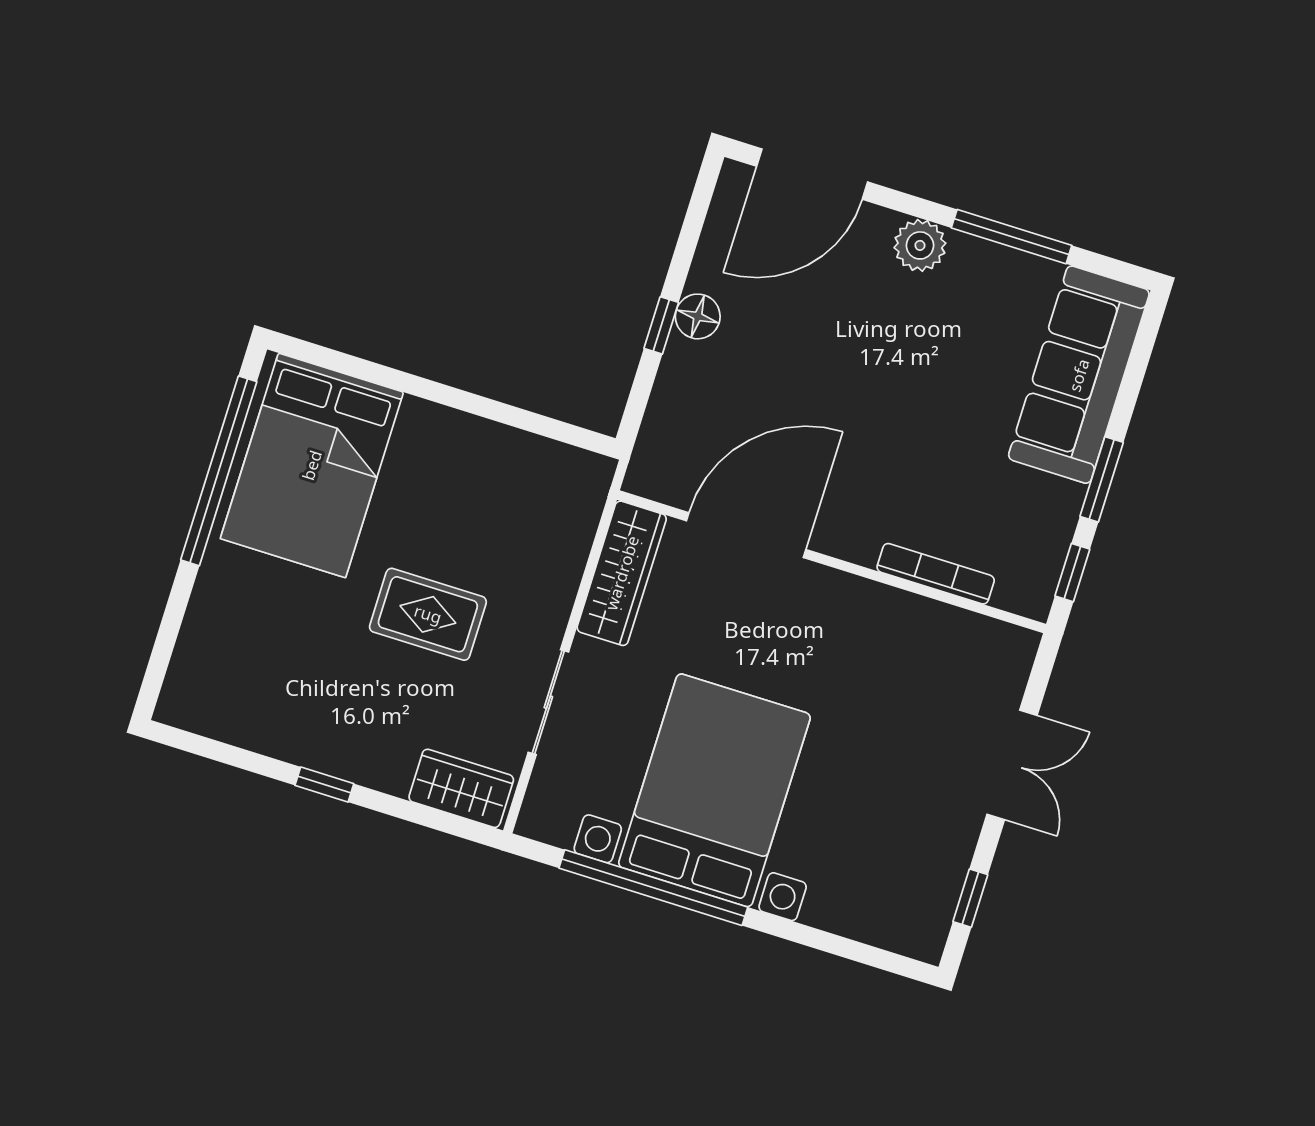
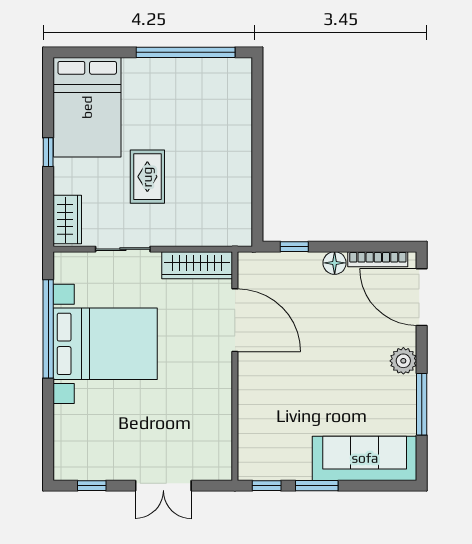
window: (661, 325) -> (294, 247), moved
bed: (312, 465) -> (87, 107), moved, turned -90
bookcase: (936, 574) -> (378, 259), moved, turned 90

